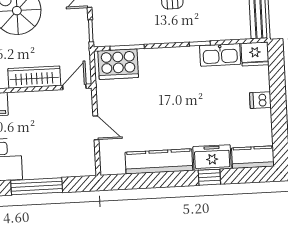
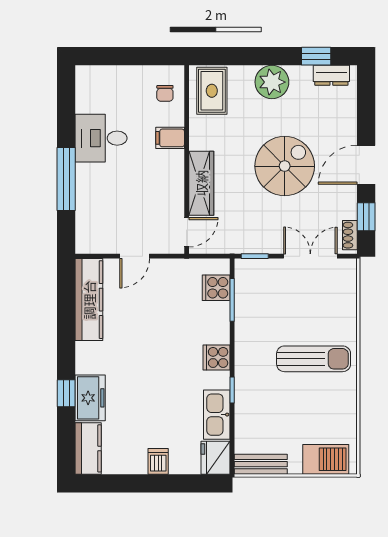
cooker: (174, 57) -> (216, 357), added
cooker: (118, 64) -> (216, 288), width x0.53, depth x0.76
door: (74, 87) -> (187, 232), hinge flipped
kitchen counter: (159, 161) -> (89, 300), moved

